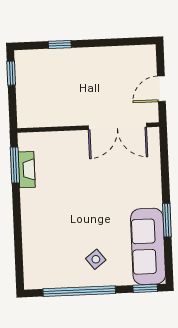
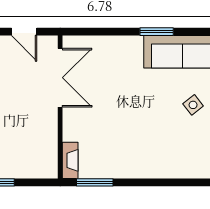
fireplace: (27, 170) -> (70, 160), moved, turned 90

